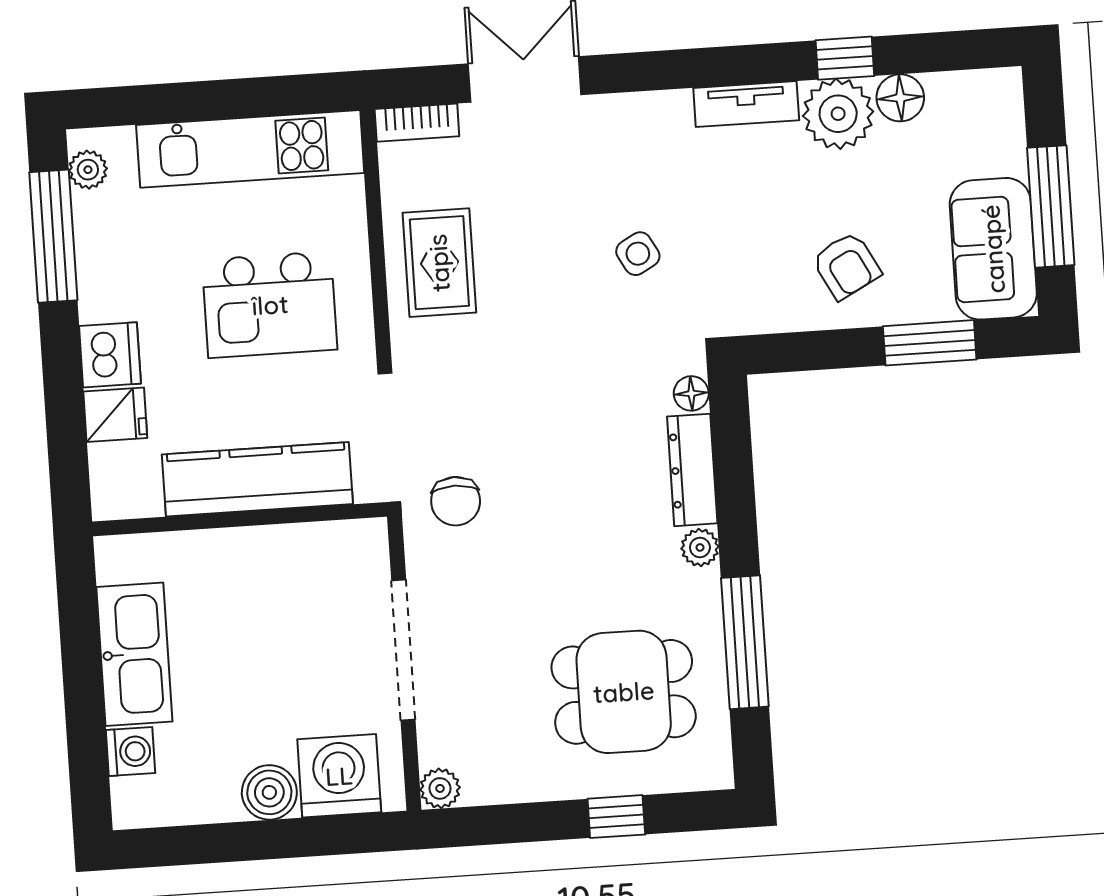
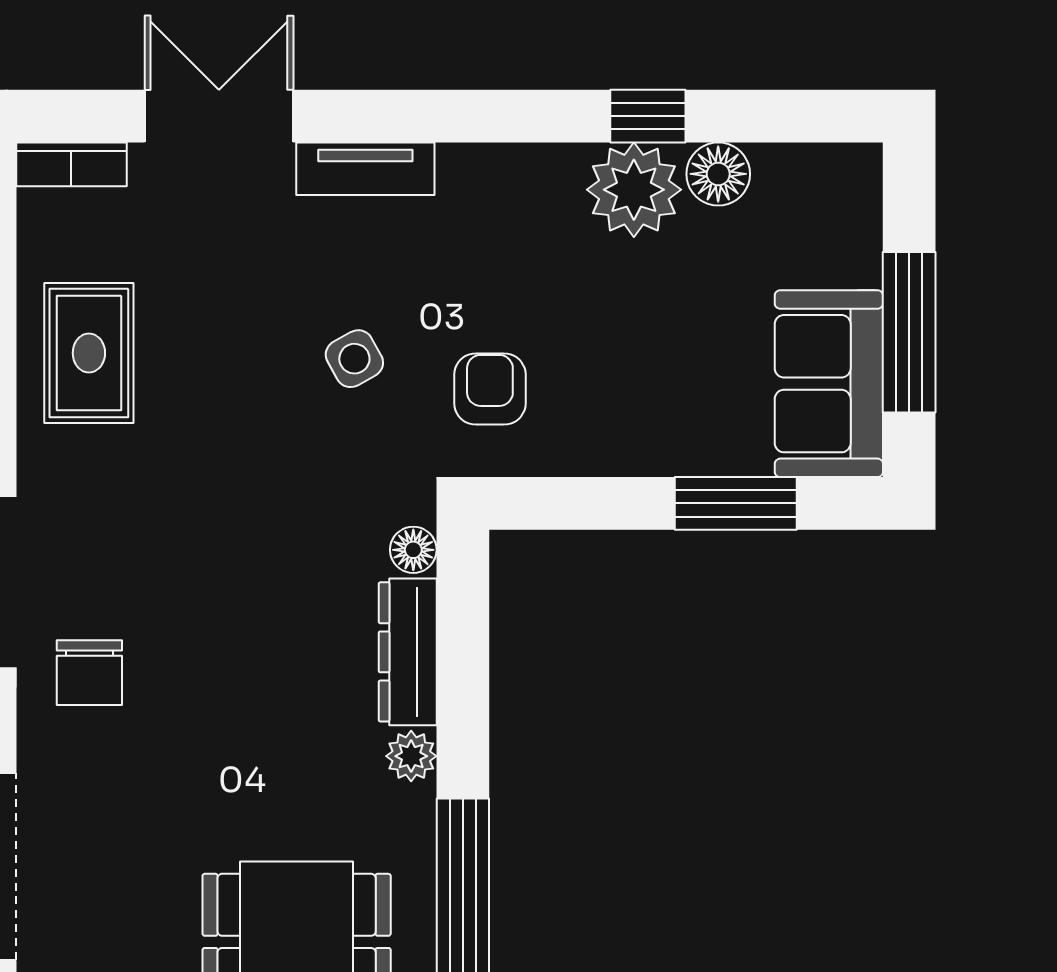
tv unit: (746, 104) -> (365, 169), moved
armchair: (846, 266) -> (490, 389), moved, turned -152

